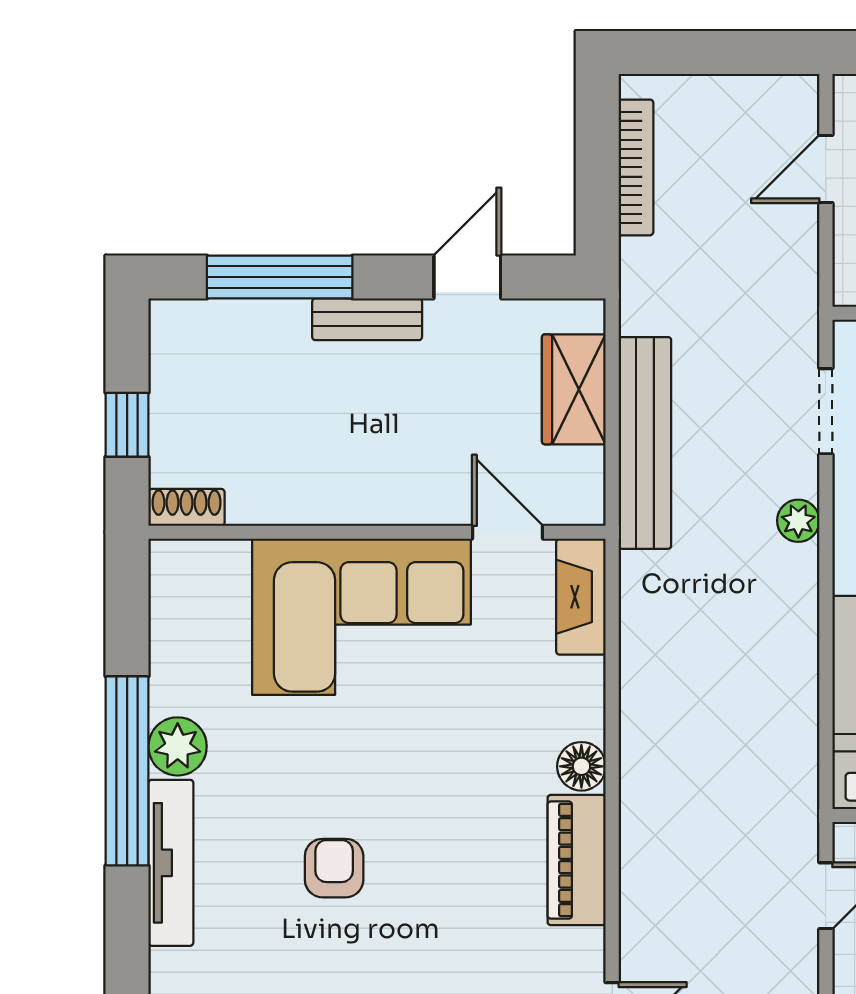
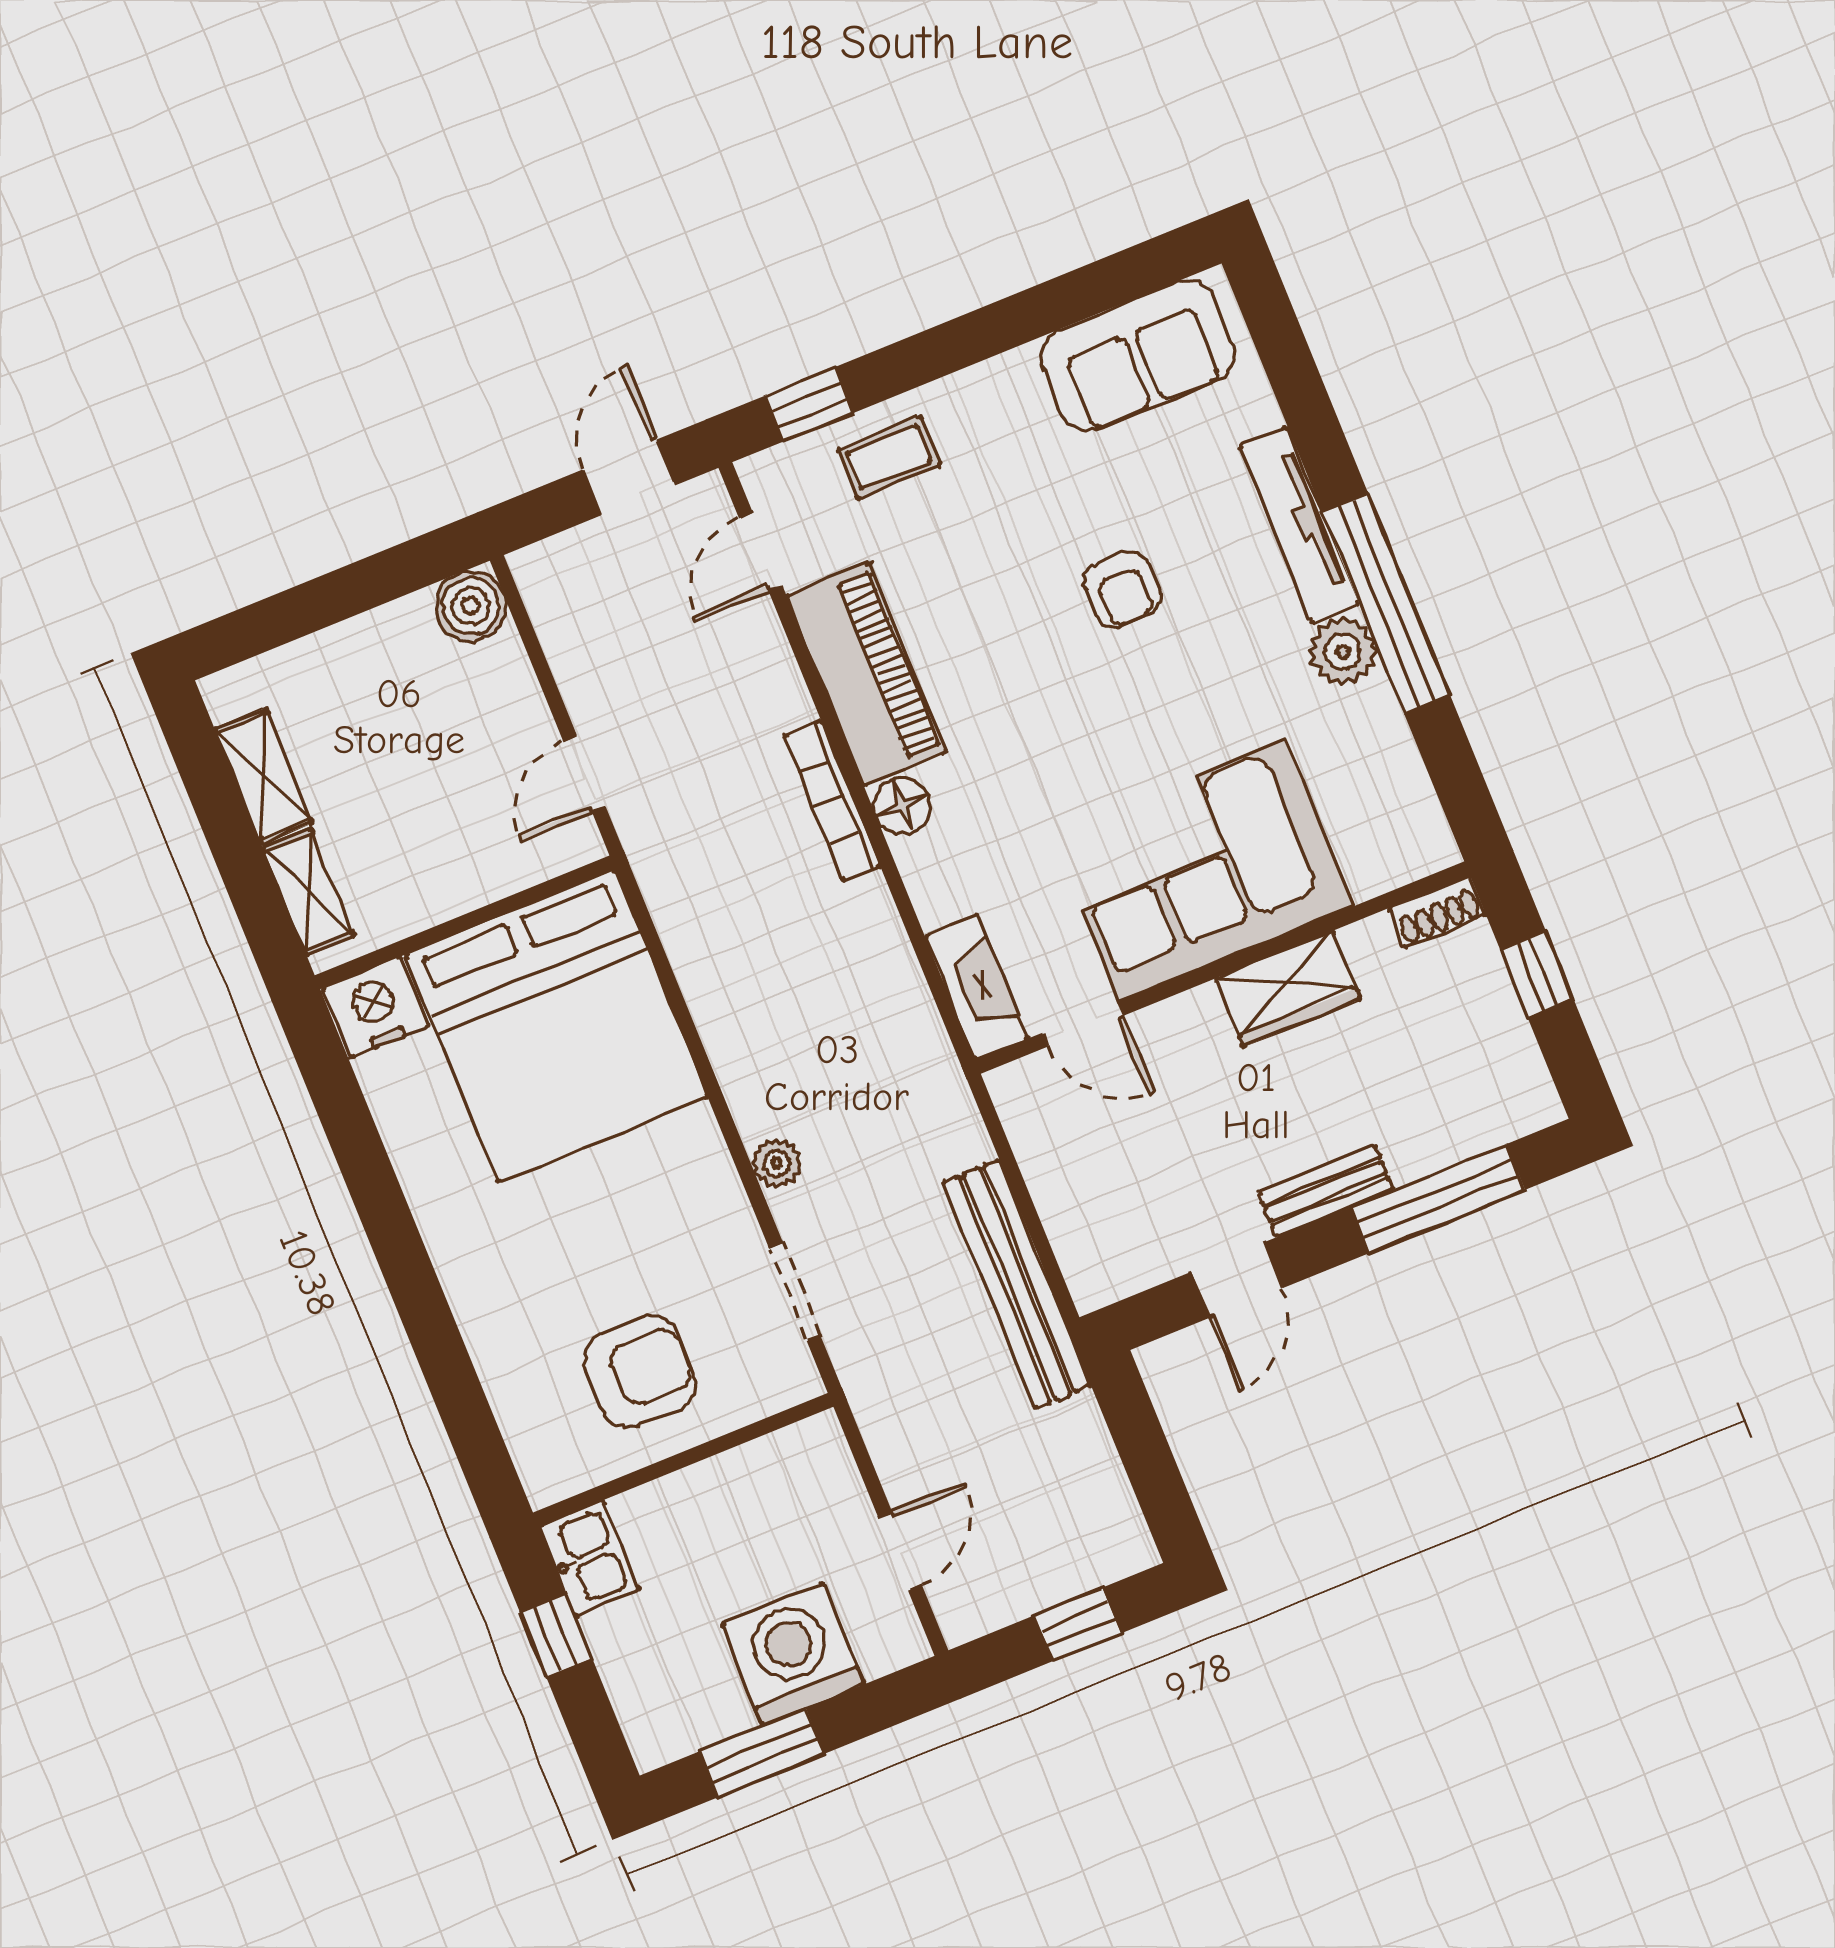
window: (707, 53) -> (1078, 1624), added
bookcase: (636, 167) -> (832, 801), moved
wardrobe: (574, 389) -> (1288, 989), moved, turned 90
bench: (645, 443) -> (1017, 1284), moved
piano: (577, 860) -> (866, 674), width x1.37, depth x1.33

